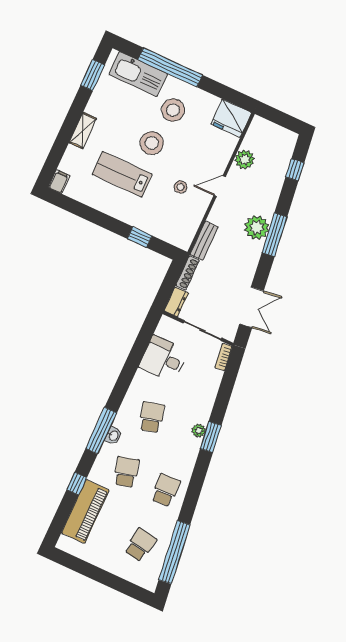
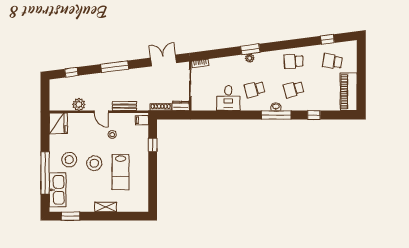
filing cabinet: (59, 182) -> (142, 120), moved
plant: (257, 227) -> (115, 79), removed
bench: (204, 241) -> (124, 106), moved
desk: (163, 359) -> (228, 98), moved
piano: (85, 511) -> (349, 92), moved, turned -90
window: (174, 552) -> (327, 39), width x0.32

